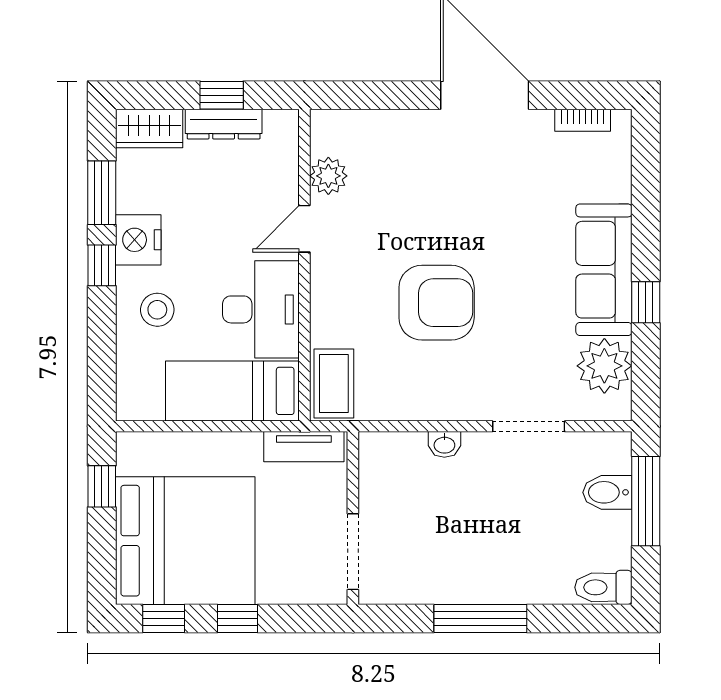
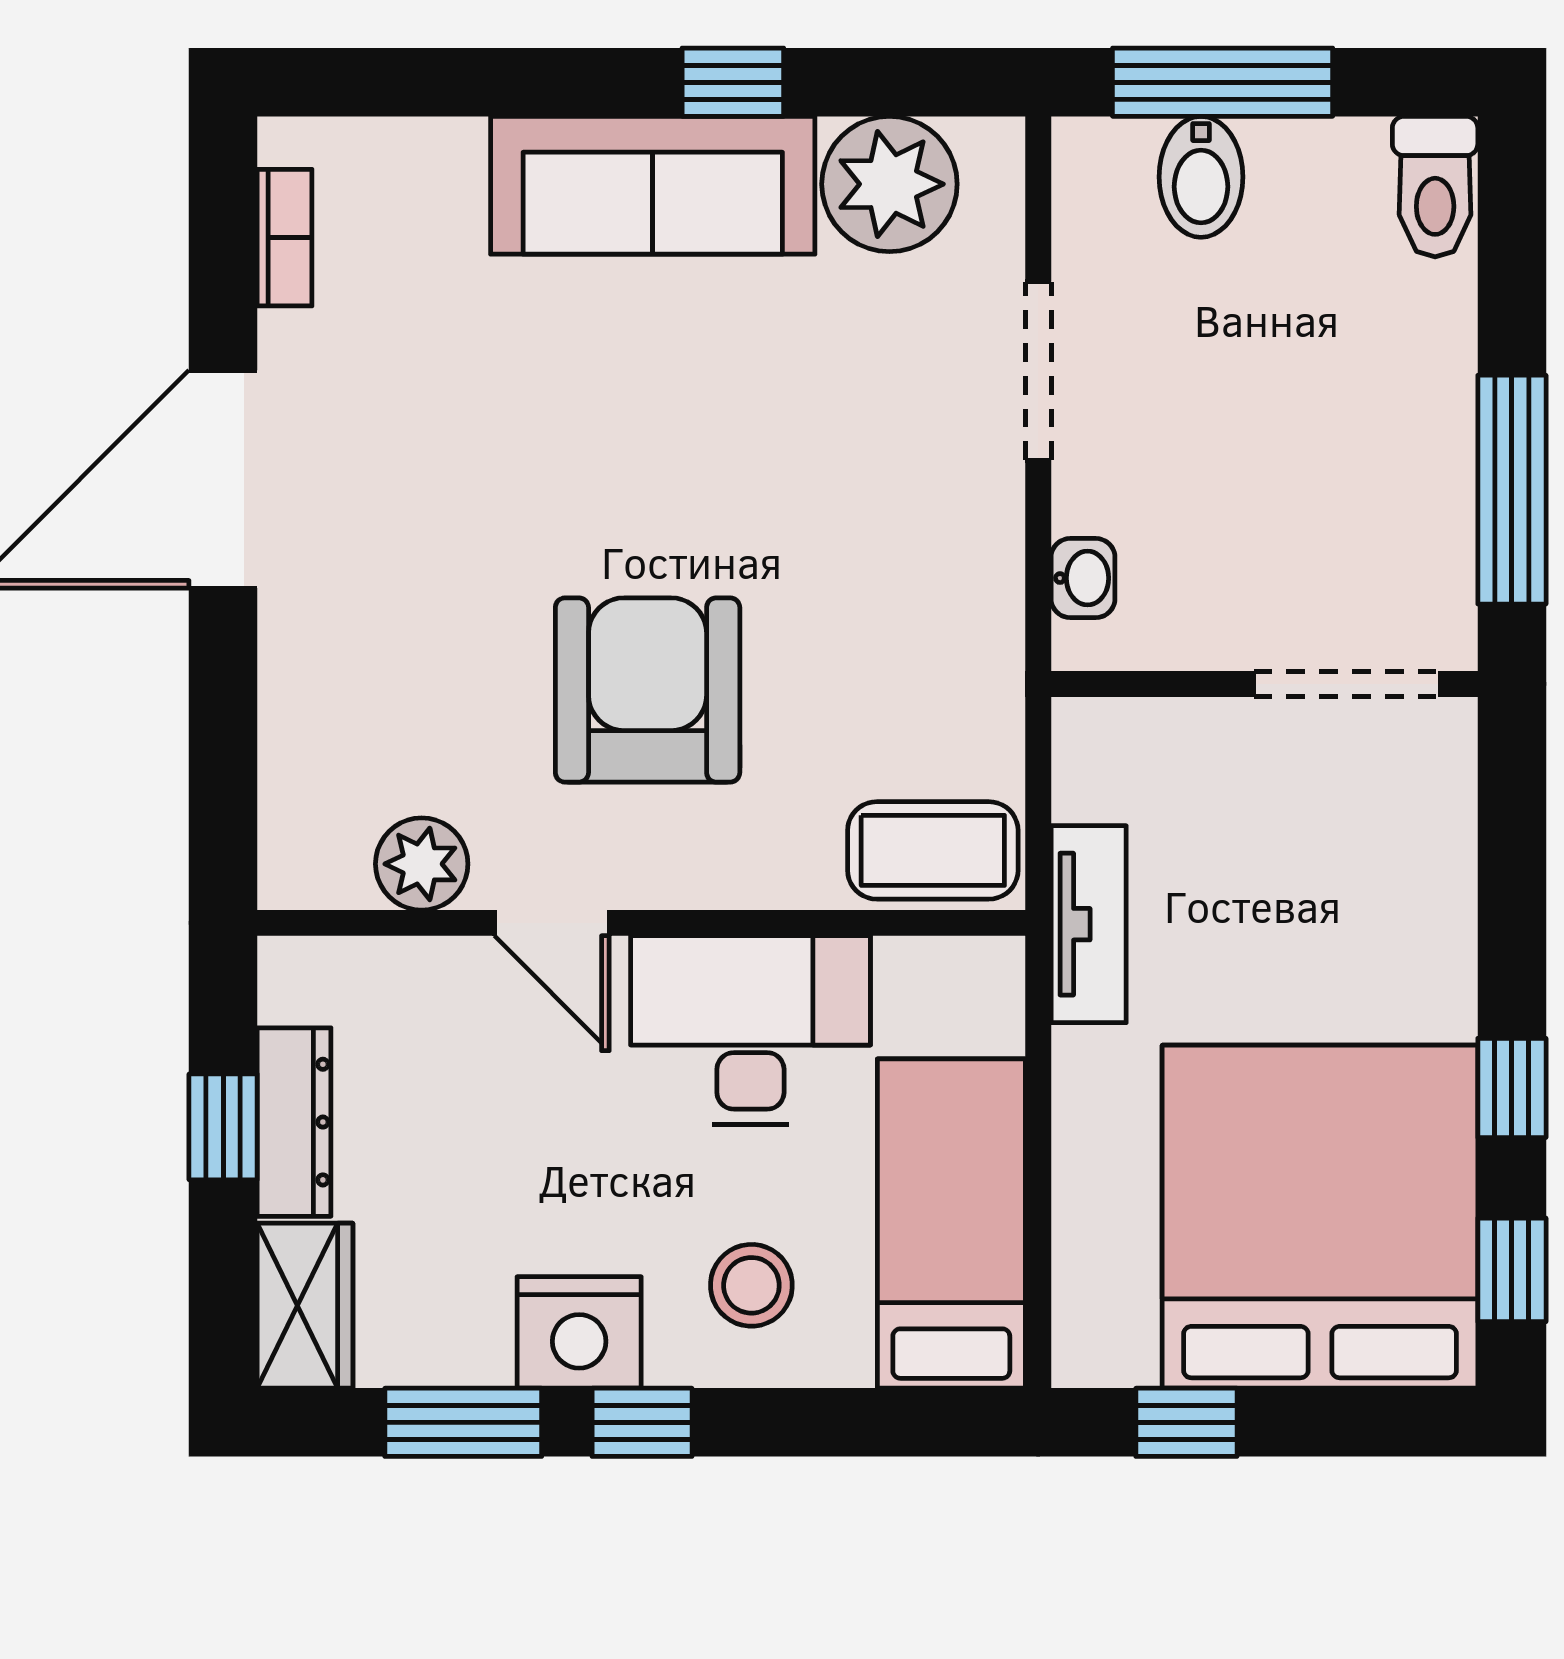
armchair: (437, 303) -> (648, 690), moved
bed: (232, 391) -> (951, 1224), moved, turned 180
wall: (353, 518) -> (1264, 684), moved
doorway: (353, 552) -> (1347, 684), moved

